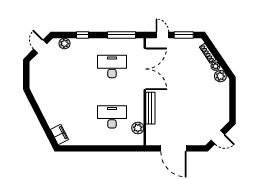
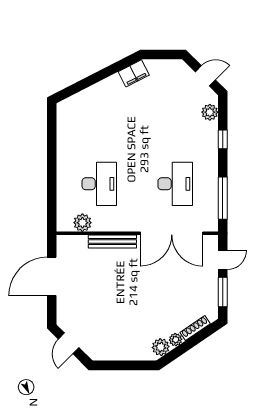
filing cabinet: (59, 135) -> (134, 73), moved

